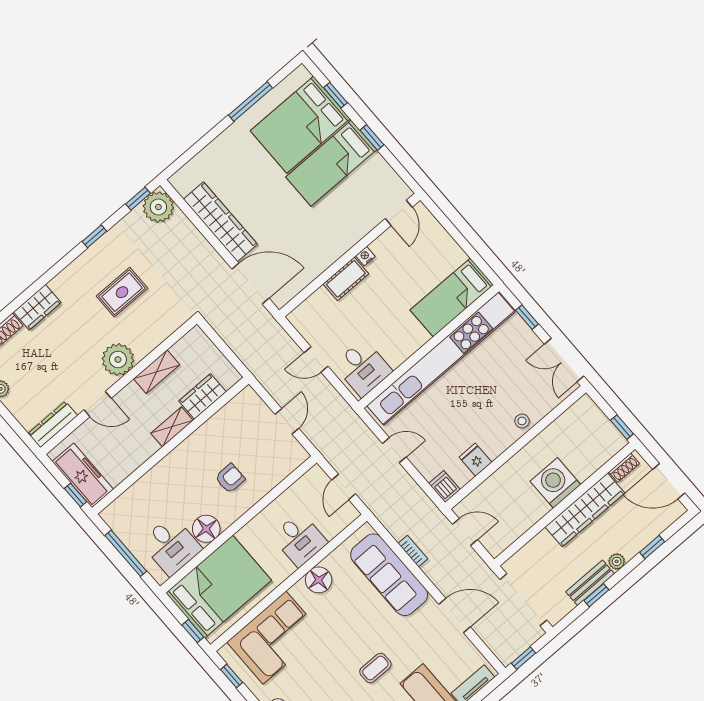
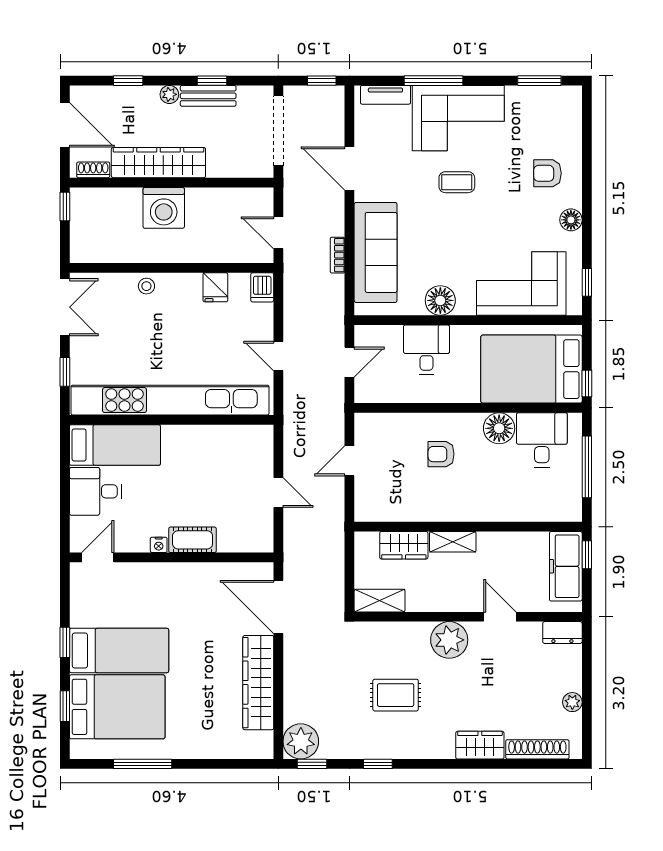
desk: (363, 368) -> (95, 491), moved, turned -90
shelving: (157, 372) -> (380, 601), moved
dresser: (53, 424) -> (562, 633), width x0.70
window: (193, 631) -> (587, 383), moved

